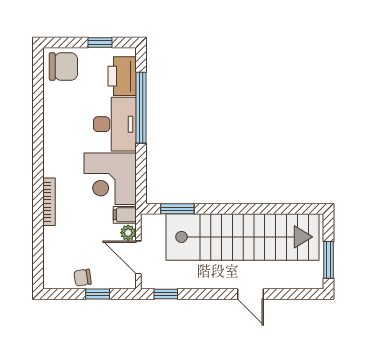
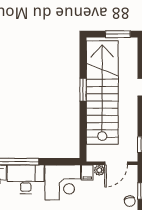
window: (177, 209) -> (83, 90), moved

